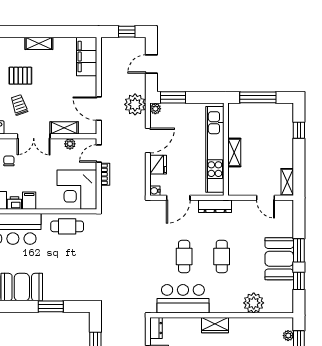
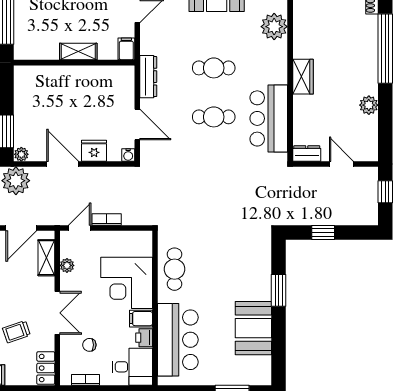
shelving: (64, 128) -> (46, 258), moved
kitchen unit: (215, 149) -> (74, 77), removed
door: (99, 154) -> (80, 228), swing flipped
filing cabinet: (236, 189) -> (126, 49), added
corner desk: (77, 190) -> (127, 283), moved, turned 90

